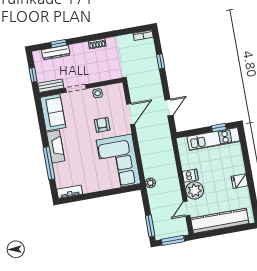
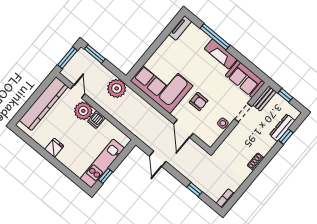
plant: (150, 183) -> (117, 88), width x1.88, depth x1.88

